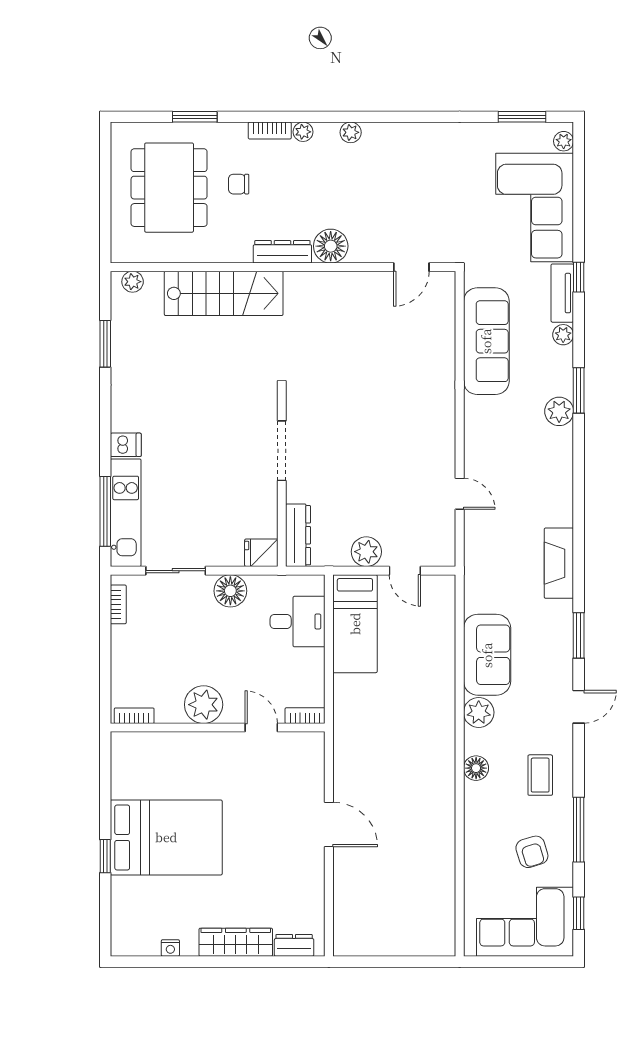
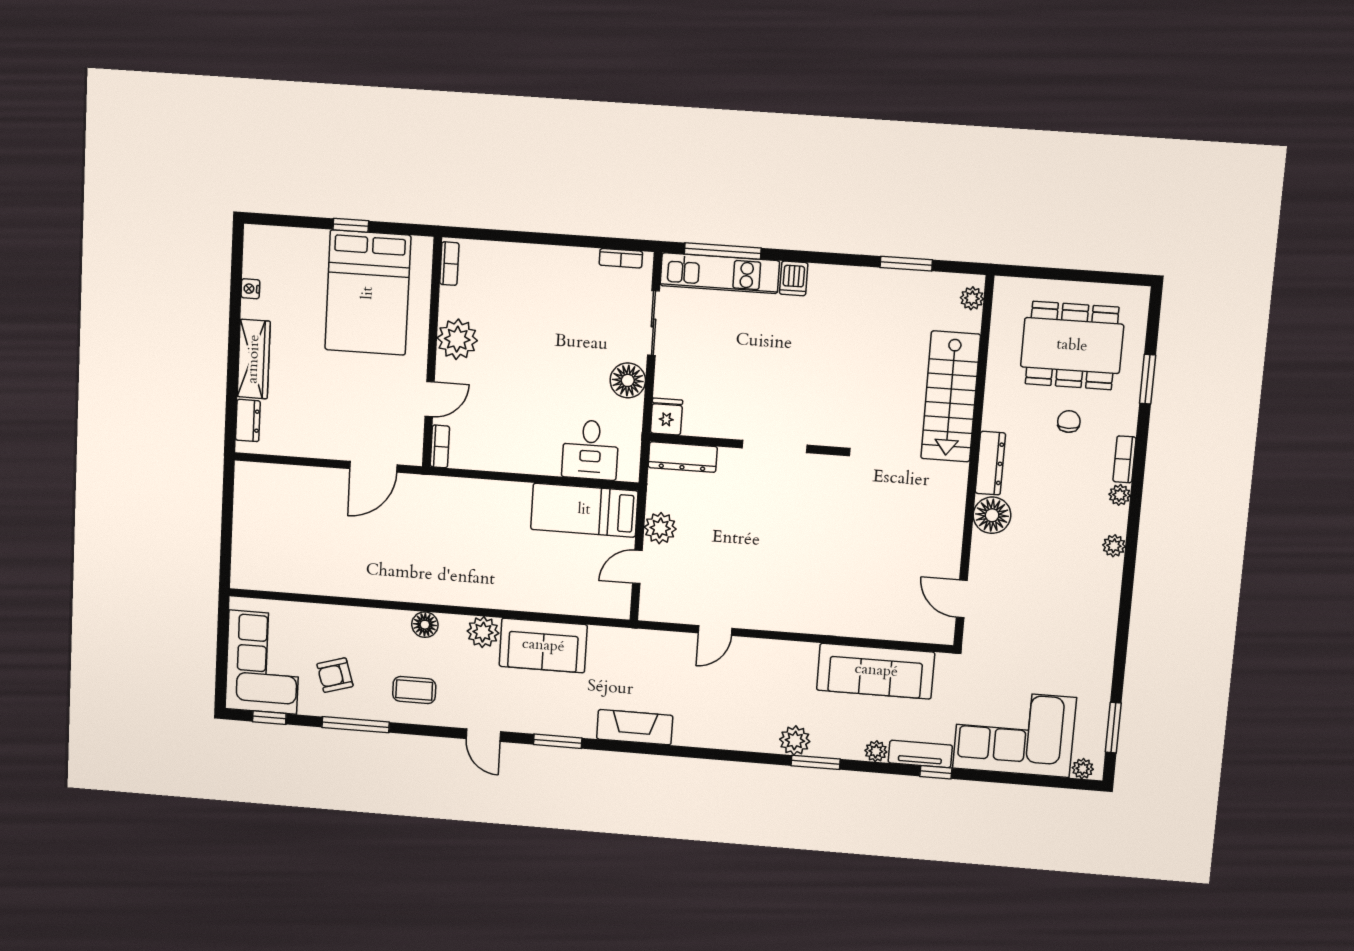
plant: (204, 705) -> (457, 339), moved
bookcase: (134, 716) -> (449, 264), moved
bookcase: (305, 716) -> (440, 446), moved
wall: (218, 728) -> (432, 353), moved
door: (261, 728) -> (430, 399), moved

